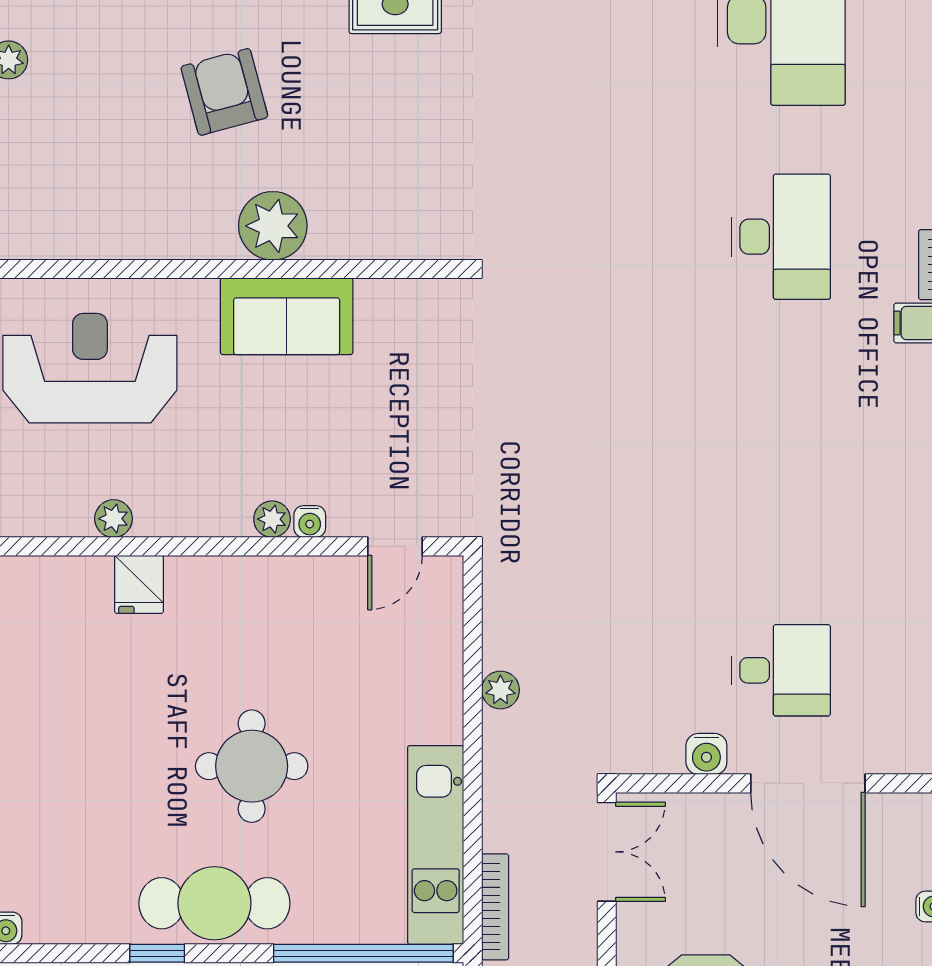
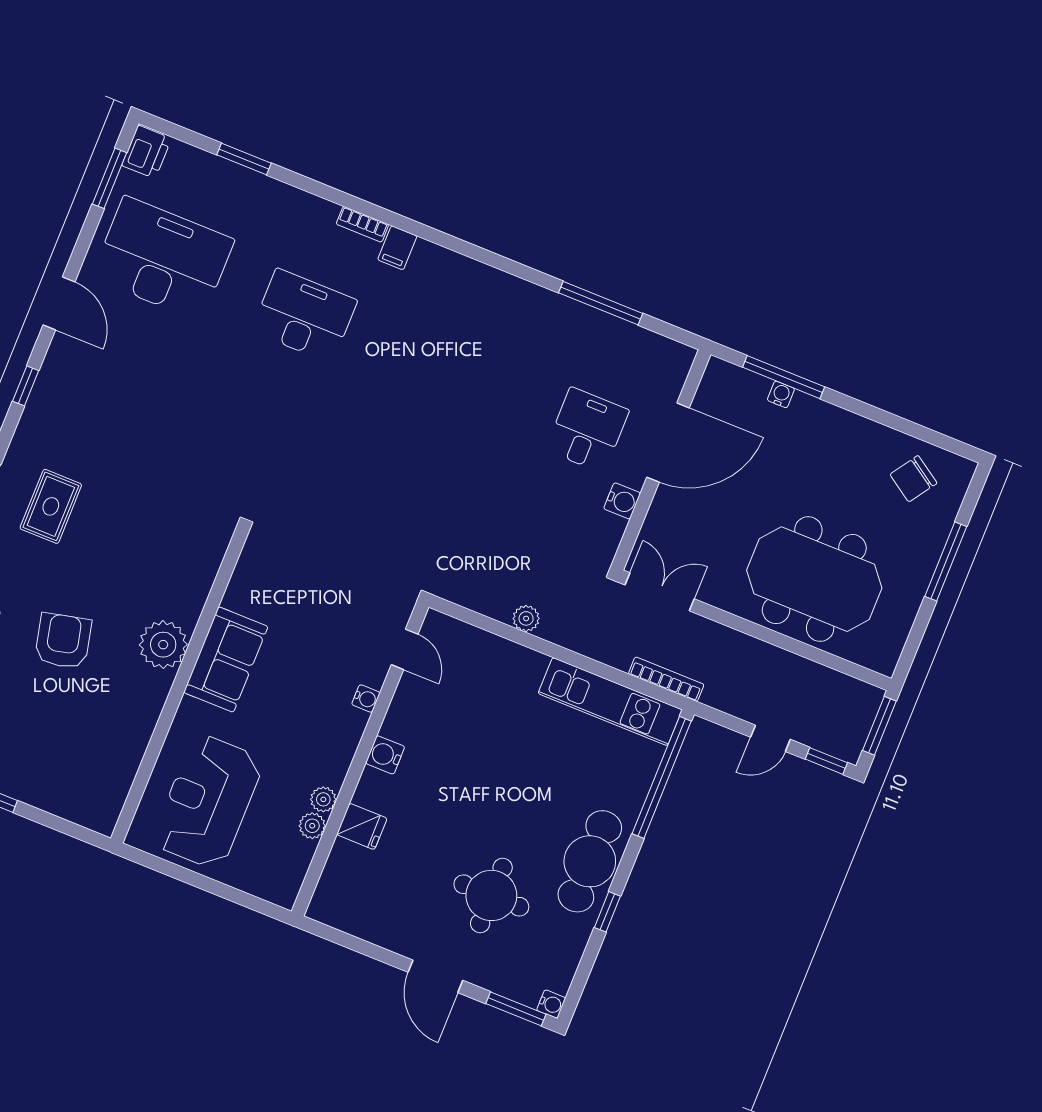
armchair: (224, 92) -> (63, 641), turned 92
plant: (272, 519) -> (323, 799), moved
water cooler: (246, 577) -> (385, 755), added
round table: (252, 766) -> (491, 895), moved

